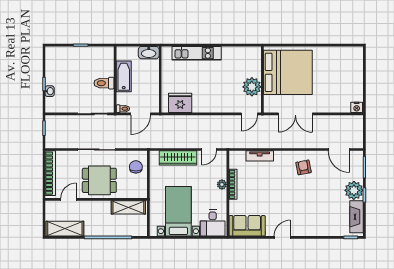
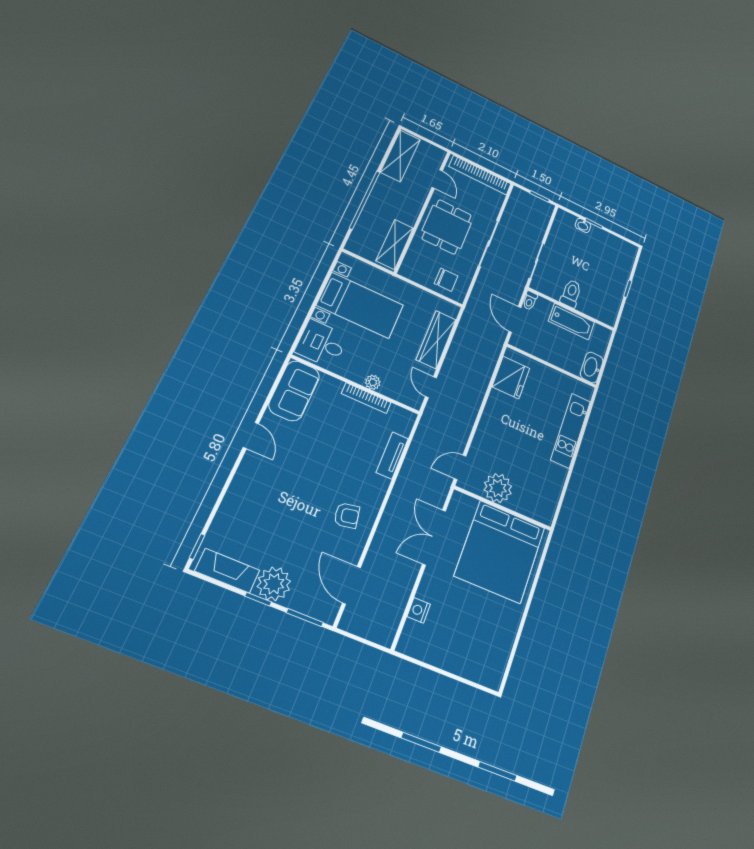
nightstand: (357, 107) -> (419, 610), moved
door: (249, 114) -> (460, 467), hinge flipped
door: (339, 150) -> (351, 585), hinge flipped

